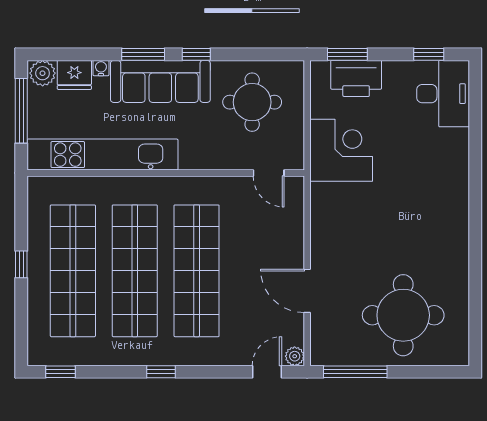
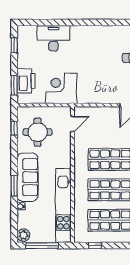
window: (196, 54) -> (14, 128), moved
fridge: (74, 75) -> (24, 219), removed
desk: (443, 94) -> (54, 38), moved
window: (21, 264) -> (95, 246), moved

